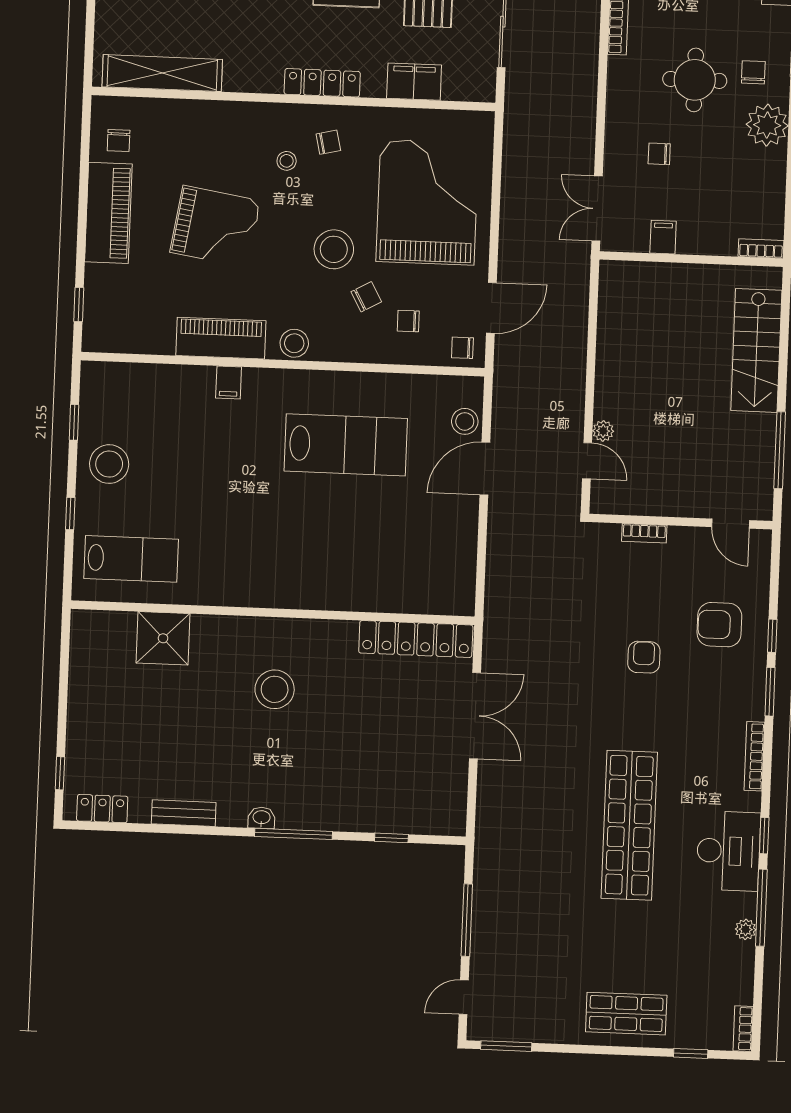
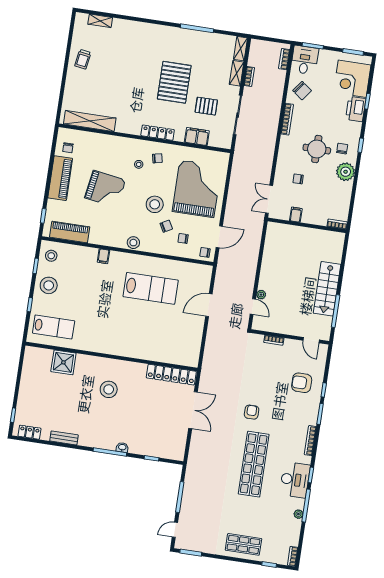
piano: (221, 338) -> (70, 232), moved
stairs: (756, 350) -> (327, 289), moved
stool: (465, 421) -> (51, 256), moved
armchair: (644, 657) -> (252, 412), moved
washbasin: (262, 818) -> (122, 447), moved

